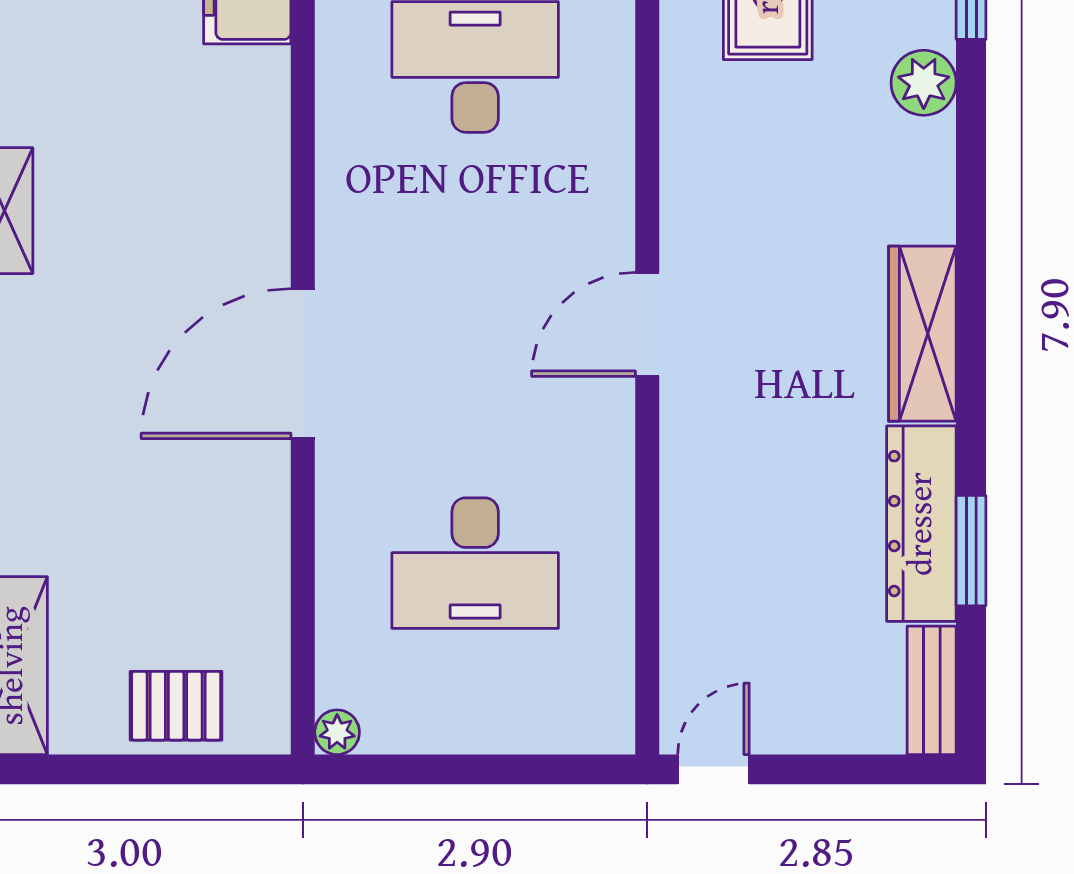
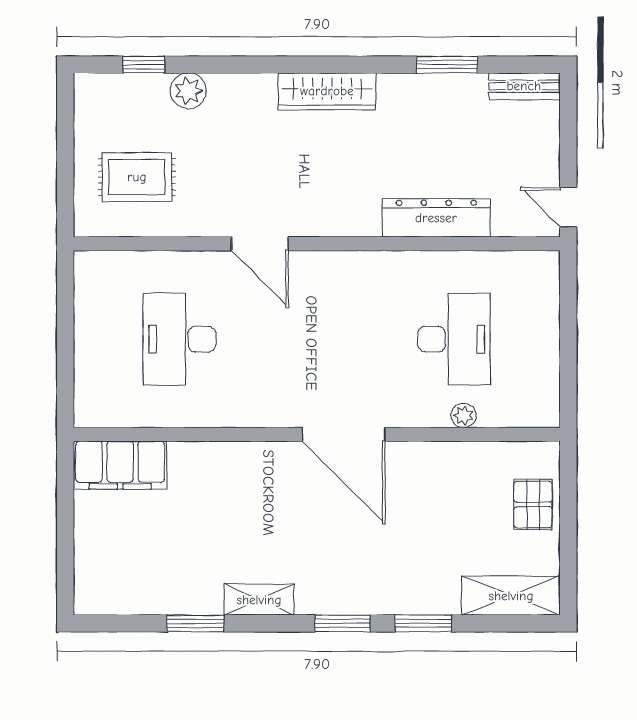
door: (647, 324) -> (260, 244), moved
dresser: (921, 524) -> (436, 218), moved, turned 180
plant: (337, 732) -> (464, 415), moved

